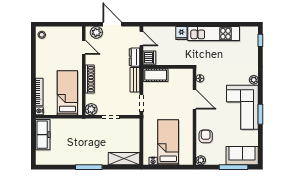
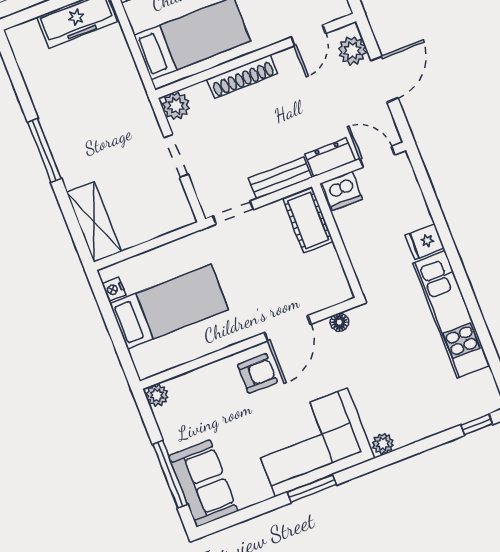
door: (141, 39) -> (377, 157), swing flipped
armchair: (206, 136) -> (257, 373), moved

